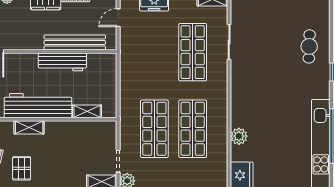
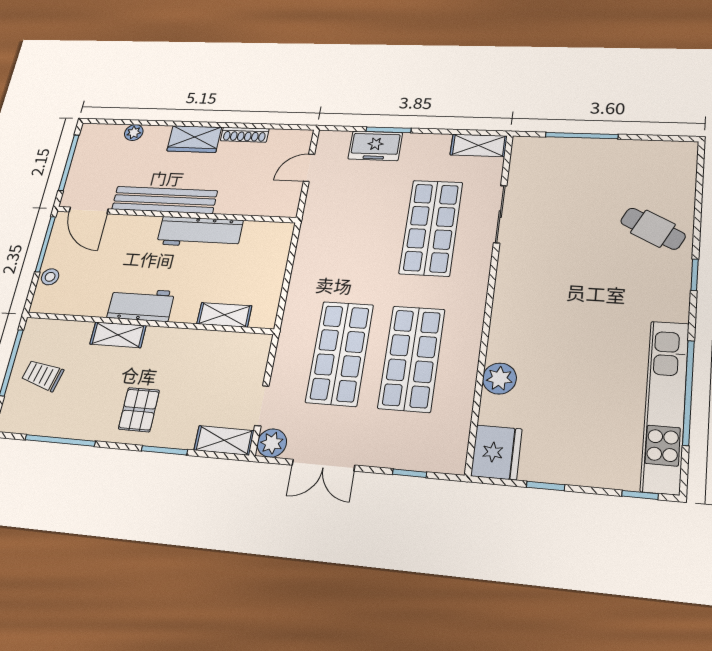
bench: (75, 42) -> (164, 200), moved
cafe table: (309, 46) -> (653, 229), turned -65
workbench: (38, 106) -> (141, 305), width x0.53, depth x0.76
pallet: (22, 168) -> (139, 410), moved

